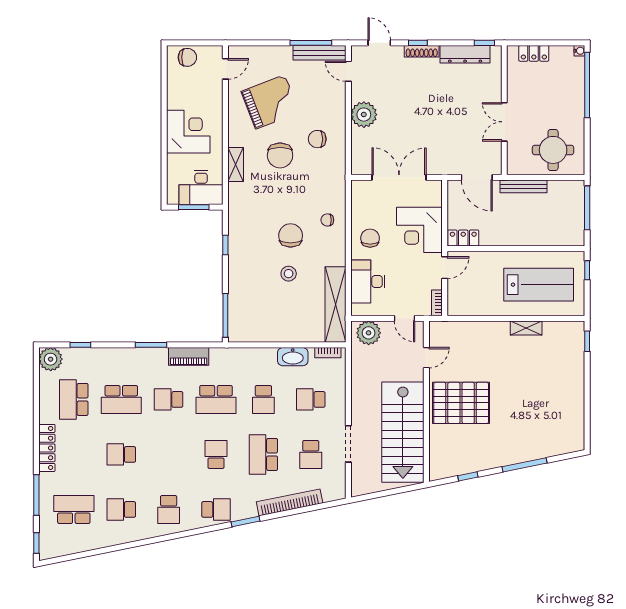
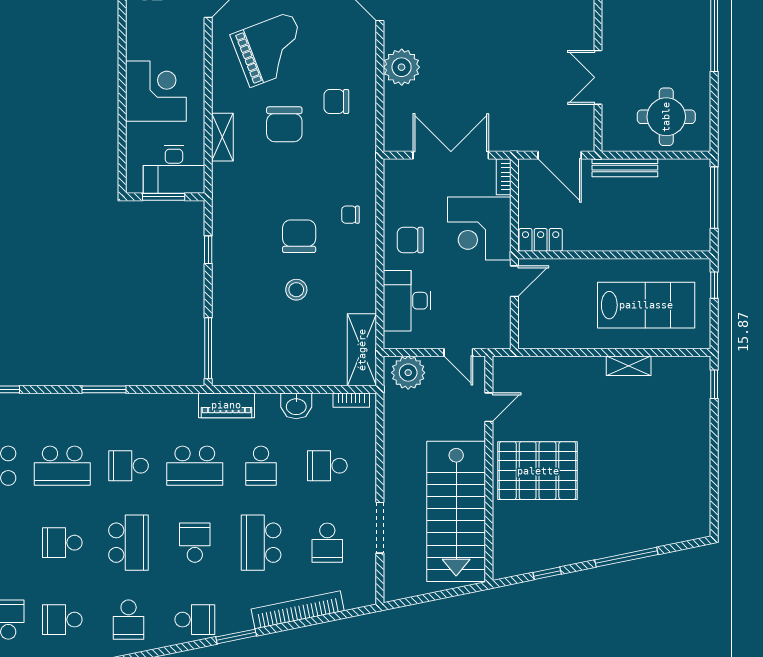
chair: (370, 238) -> (410, 240), turned -90
bookcase: (437, 303) -> (504, 177), moved
shelving: (335, 305) -> (362, 350), width x0.68
piano: (189, 356) -> (226, 405), moved
washbasin: (293, 357) -> (296, 406), width x0.72
school desk: (169, 454) -> (129, 543), added

